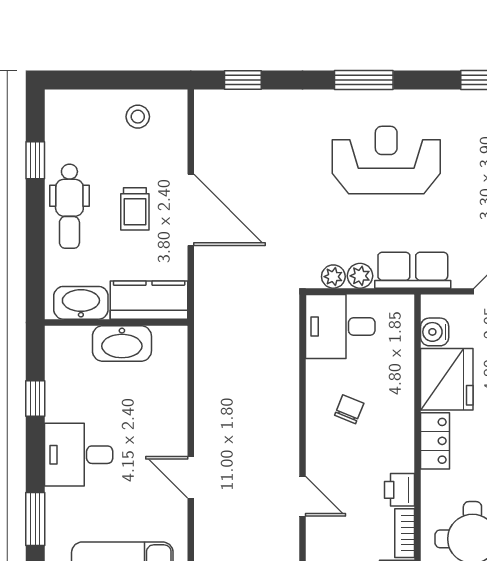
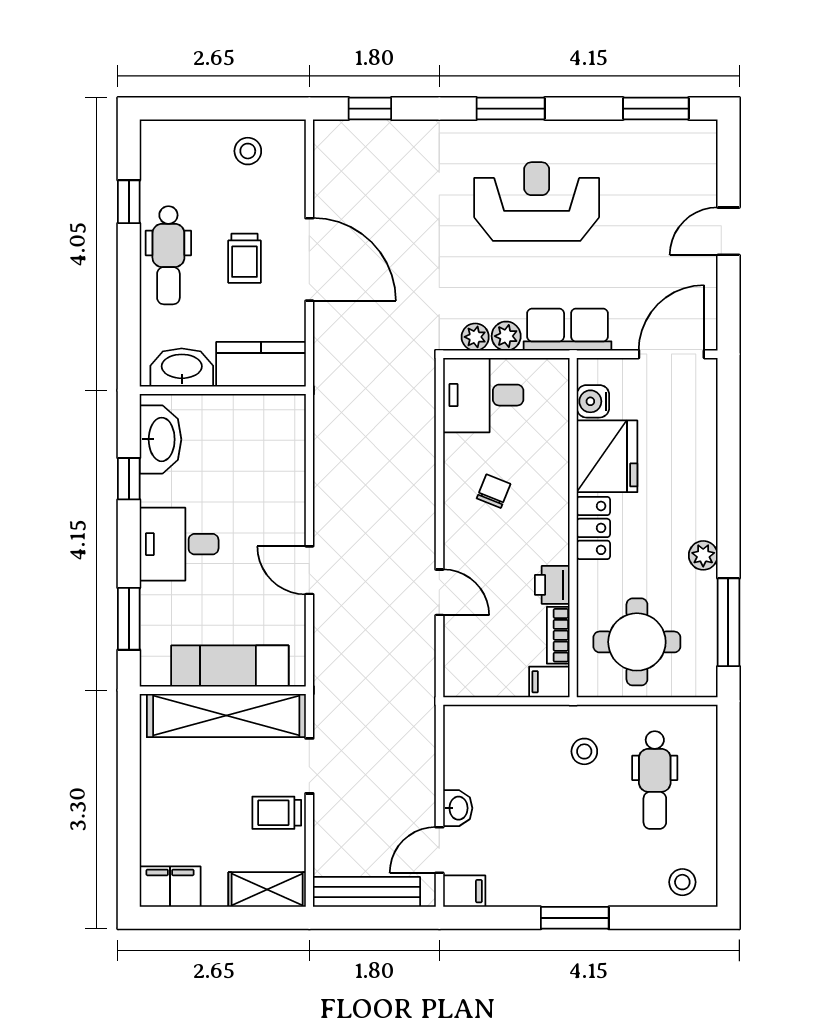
washbasin: (122, 344) -> (160, 439), moved, turned -90

